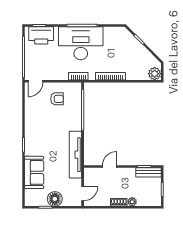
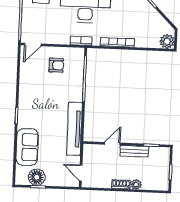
bench: (148, 172) -> (134, 151), moved
door: (83, 194) -> (81, 173), swing flipped
floor lamp: (55, 199) -> (37, 177), moved

